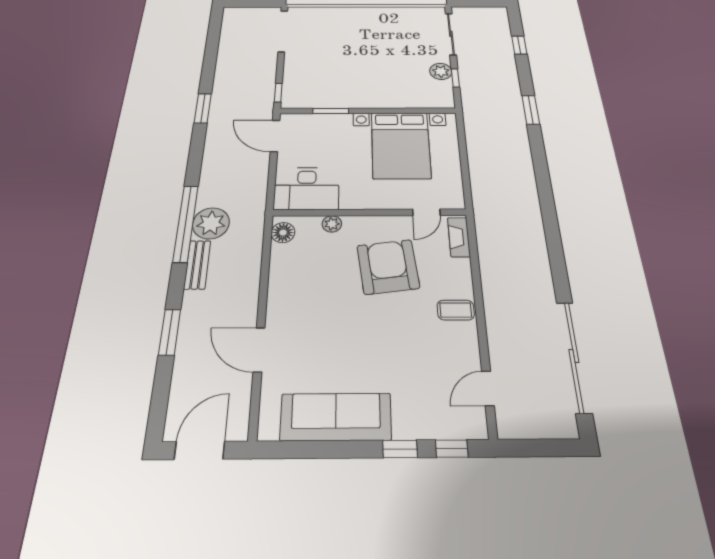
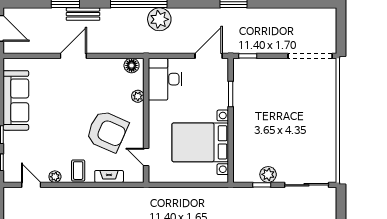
plant: (211, 223) -> (159, 19), moved
fireplace: (459, 237) -> (109, 176), moved
bench: (197, 265) -> (83, 14), moved
armchair: (388, 267) -> (107, 131), turned 31
plant: (469, 347) -> (55, 177), added
door: (259, 350) -> (73, 56), moved

